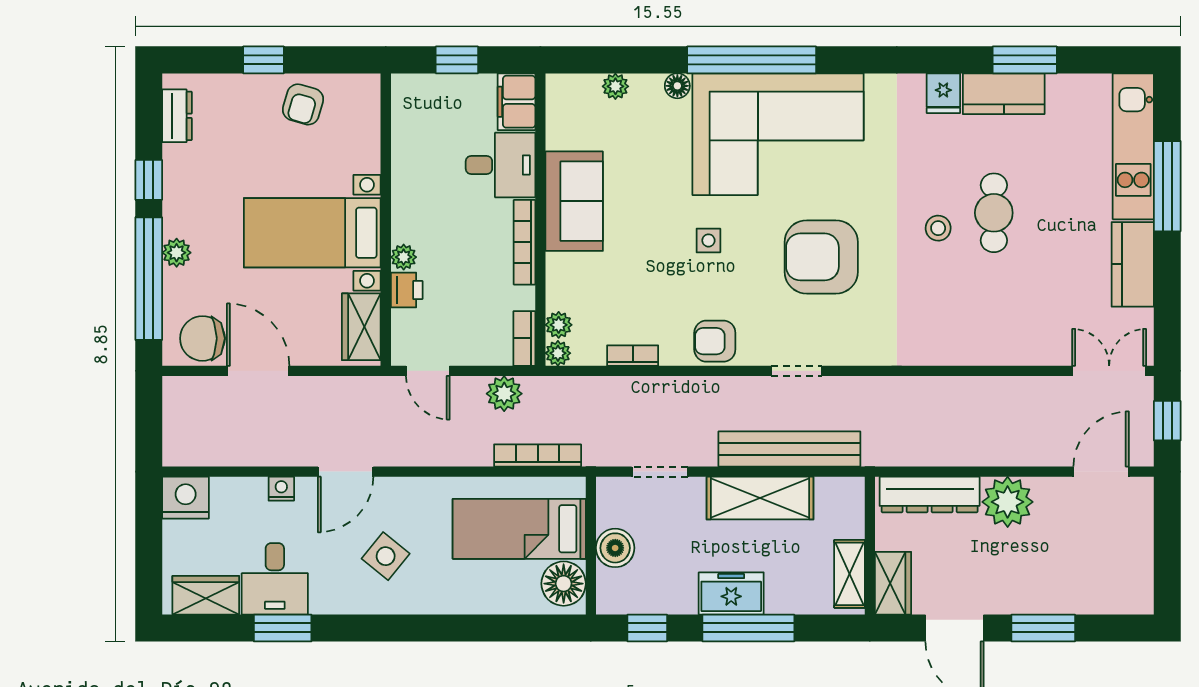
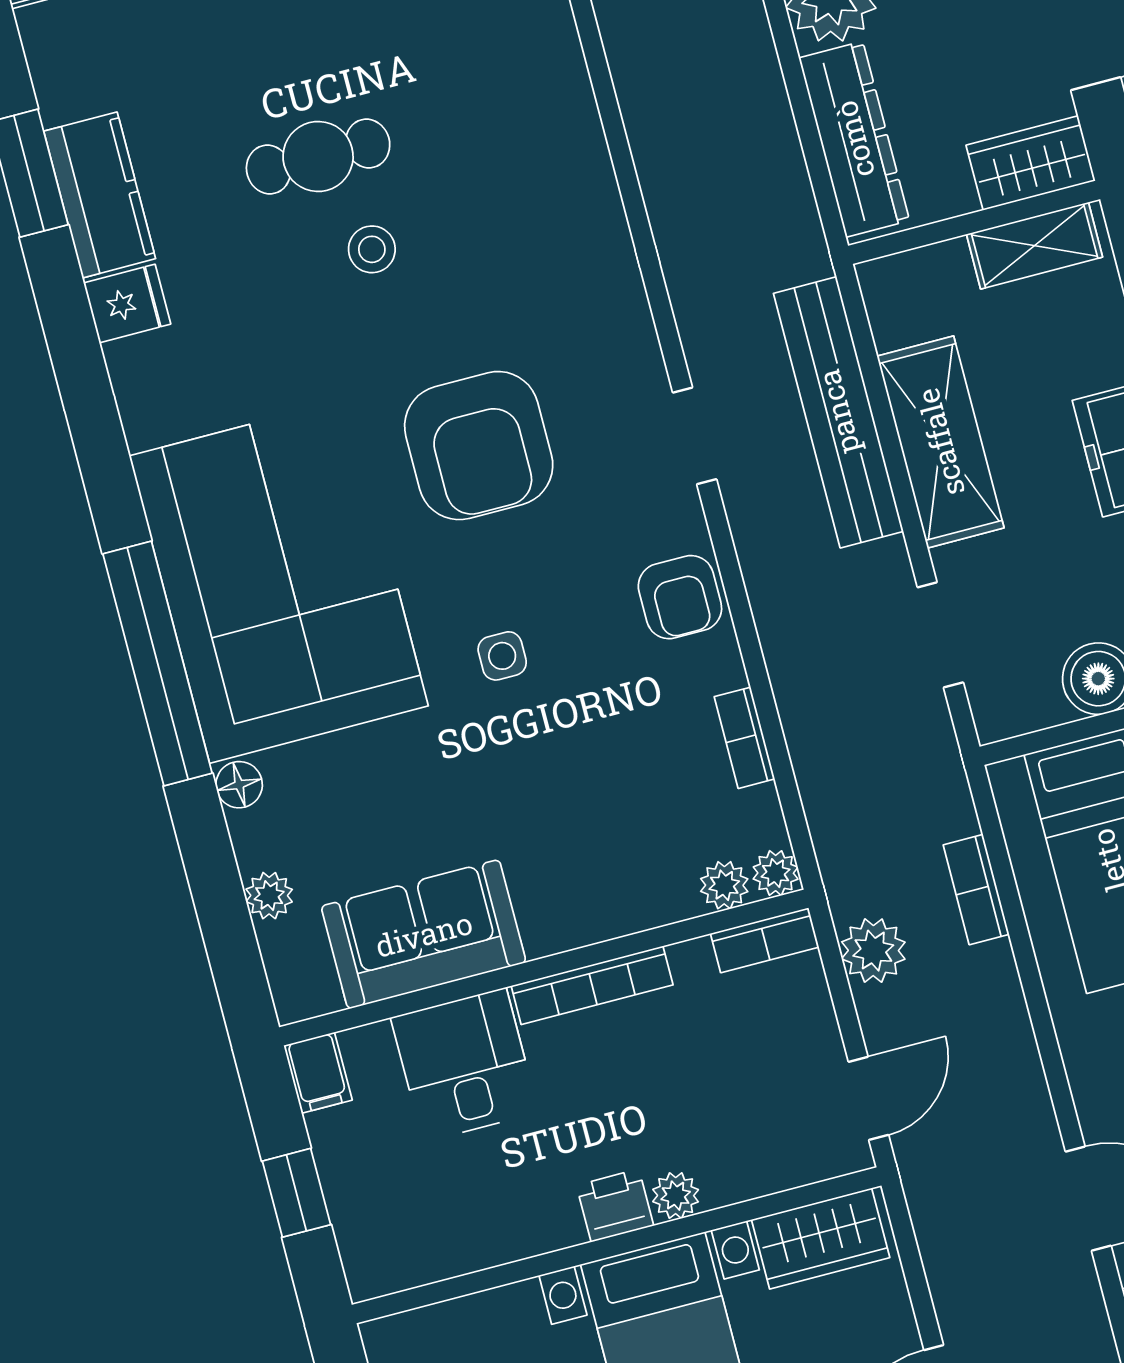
filing cabinet: (516, 102) -> (318, 1073), width x0.50
sofa: (574, 201) -> (424, 934), moved
printer: (407, 290) -> (615, 1206), moved
bookcase: (538, 455) -> (976, 890), width x0.64

